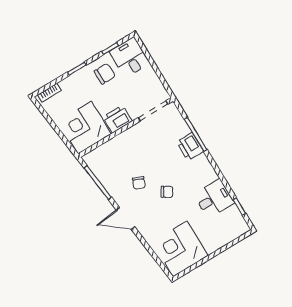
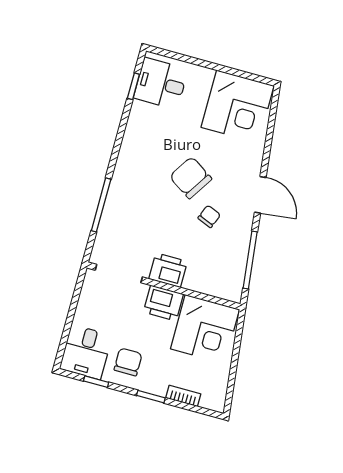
chair: (105, 74) -> (128, 362), turned 90
bookcase: (49, 93) -> (183, 396), moved
printer: (190, 147) -> (168, 270), moved, turned -90
chair: (167, 192) -> (191, 178), width x1.87, depth x1.87
desk: (214, 199) -> (161, 84), moved

